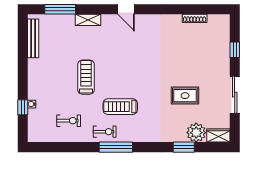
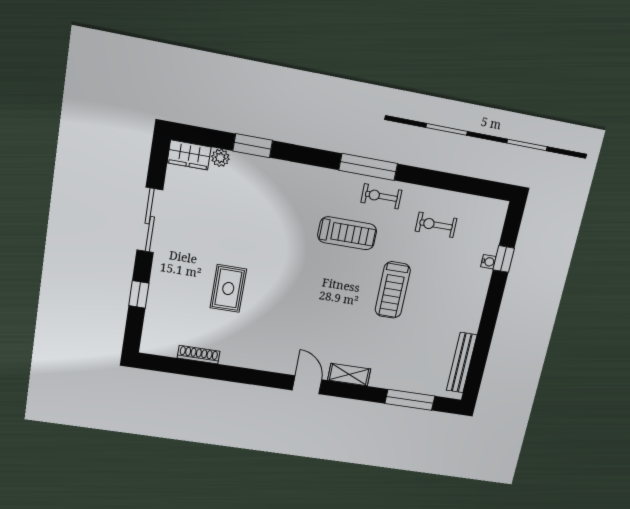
shelving: (88, 20) -> (349, 375), moved
rug: (185, 96) -> (228, 288), moved, turned 90
plant: (196, 133) -> (220, 158), width x0.53, depth x0.53

